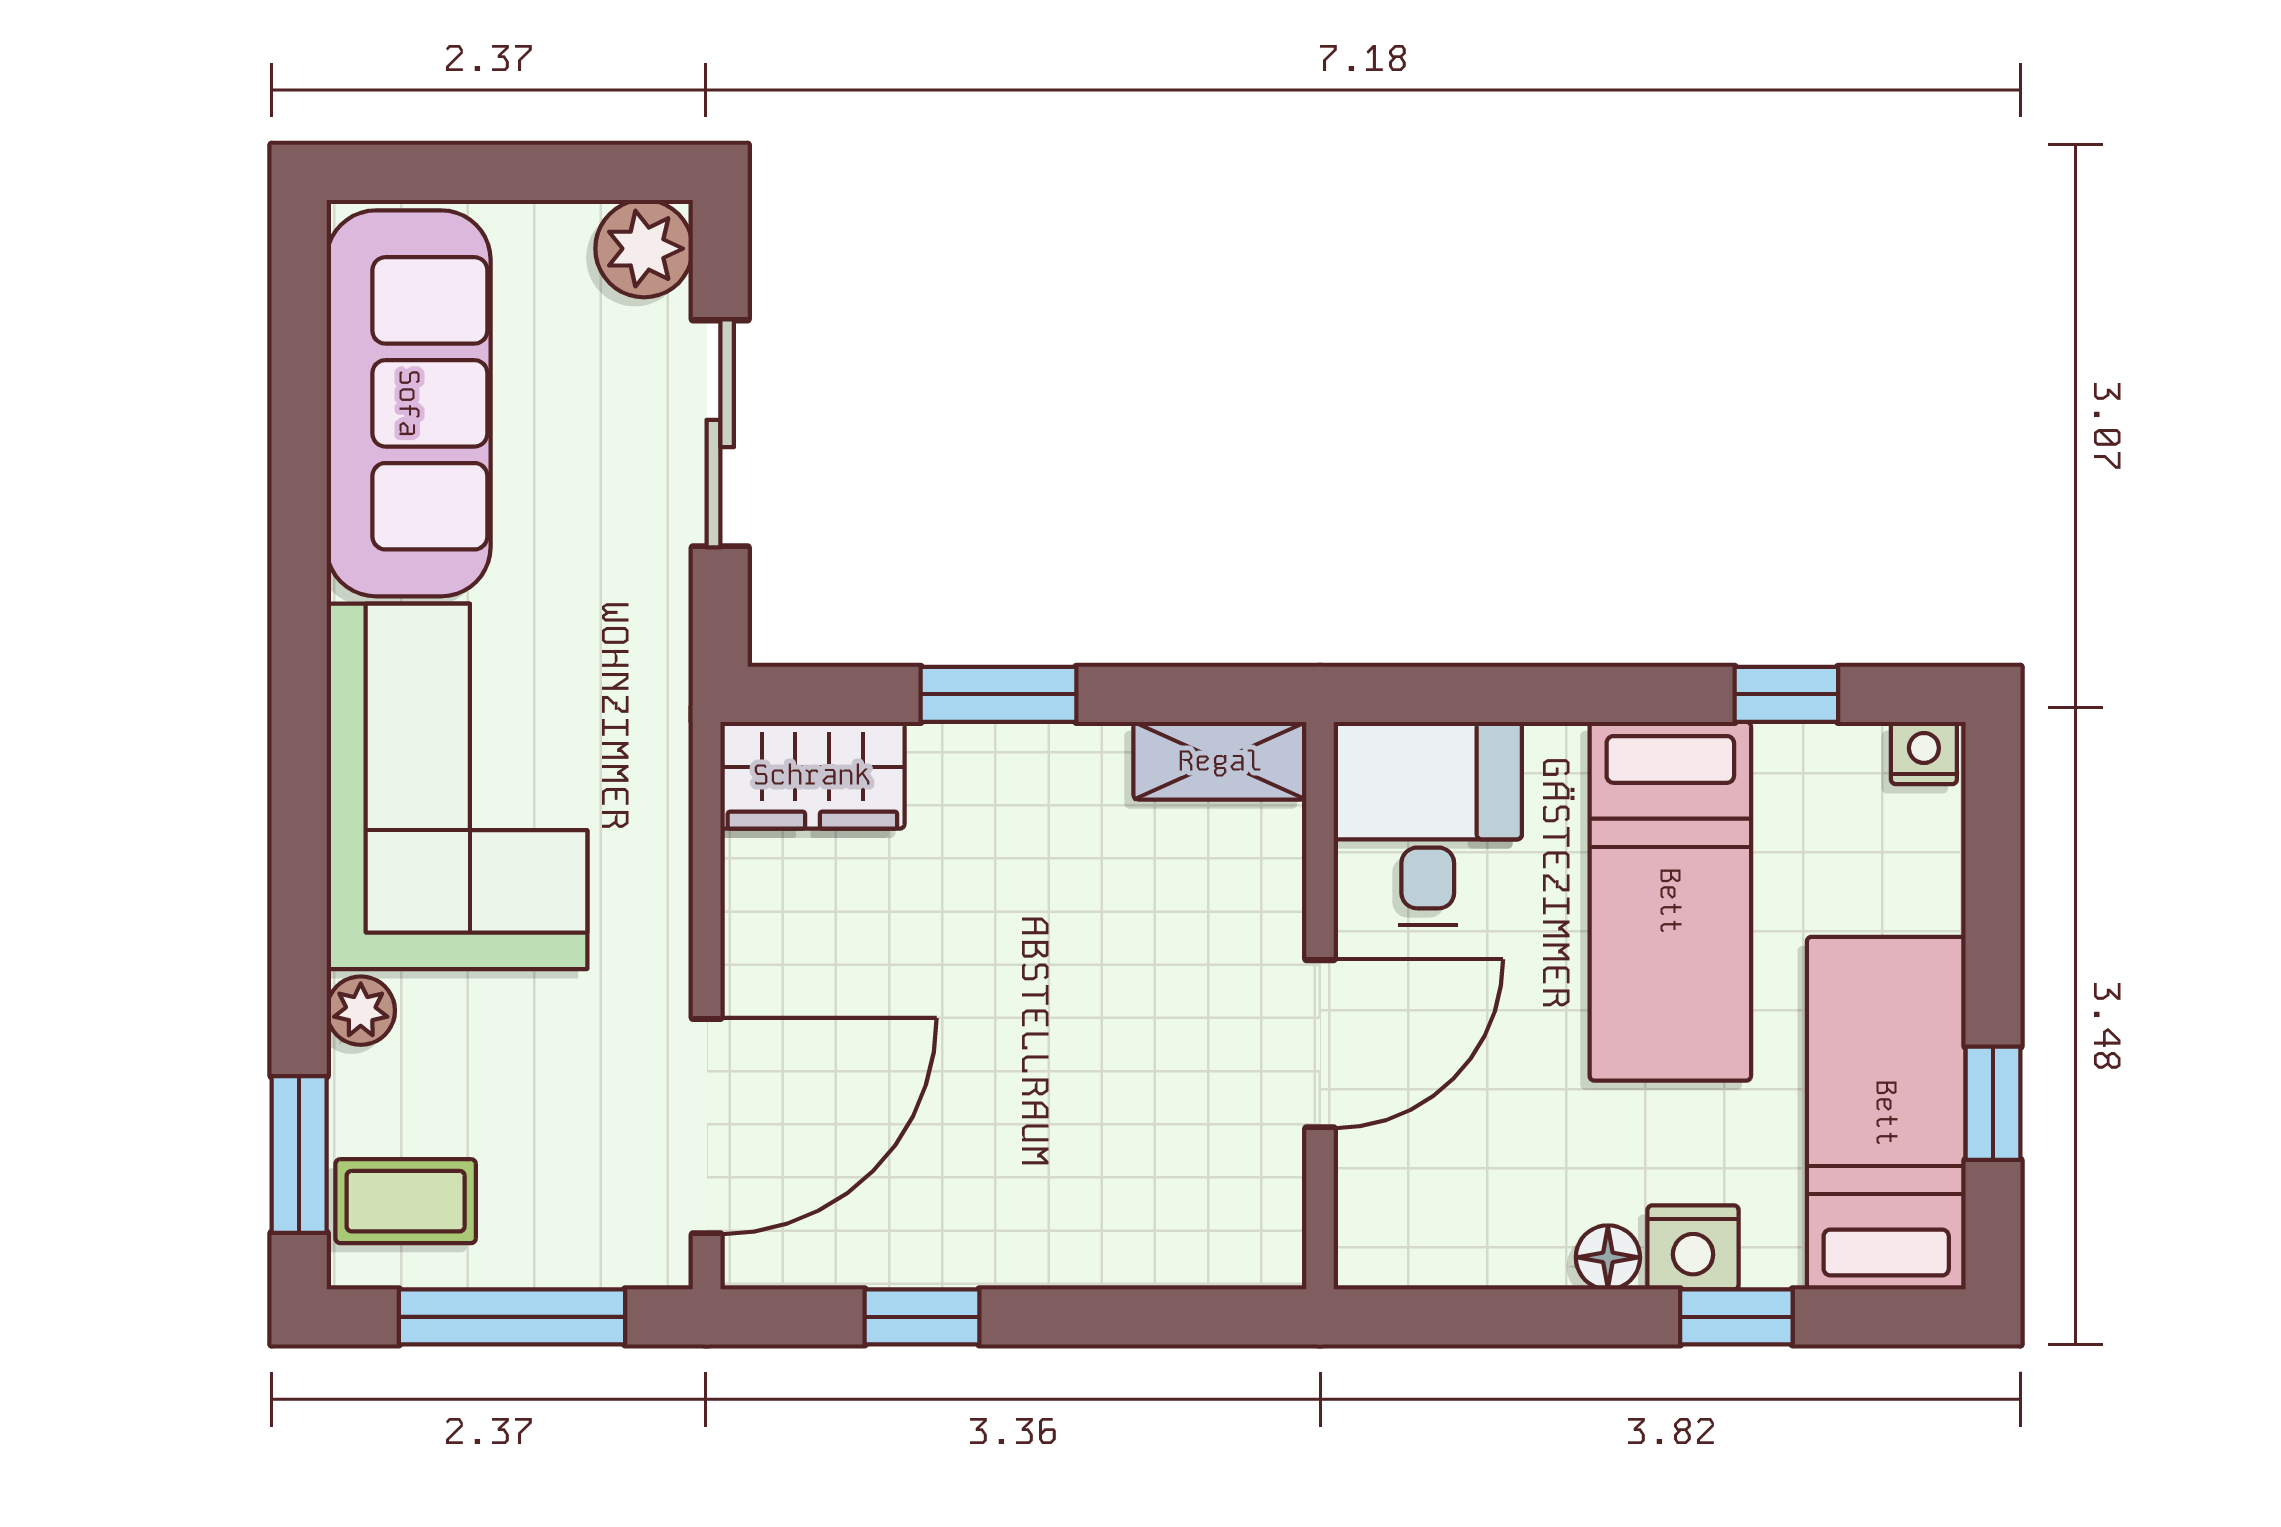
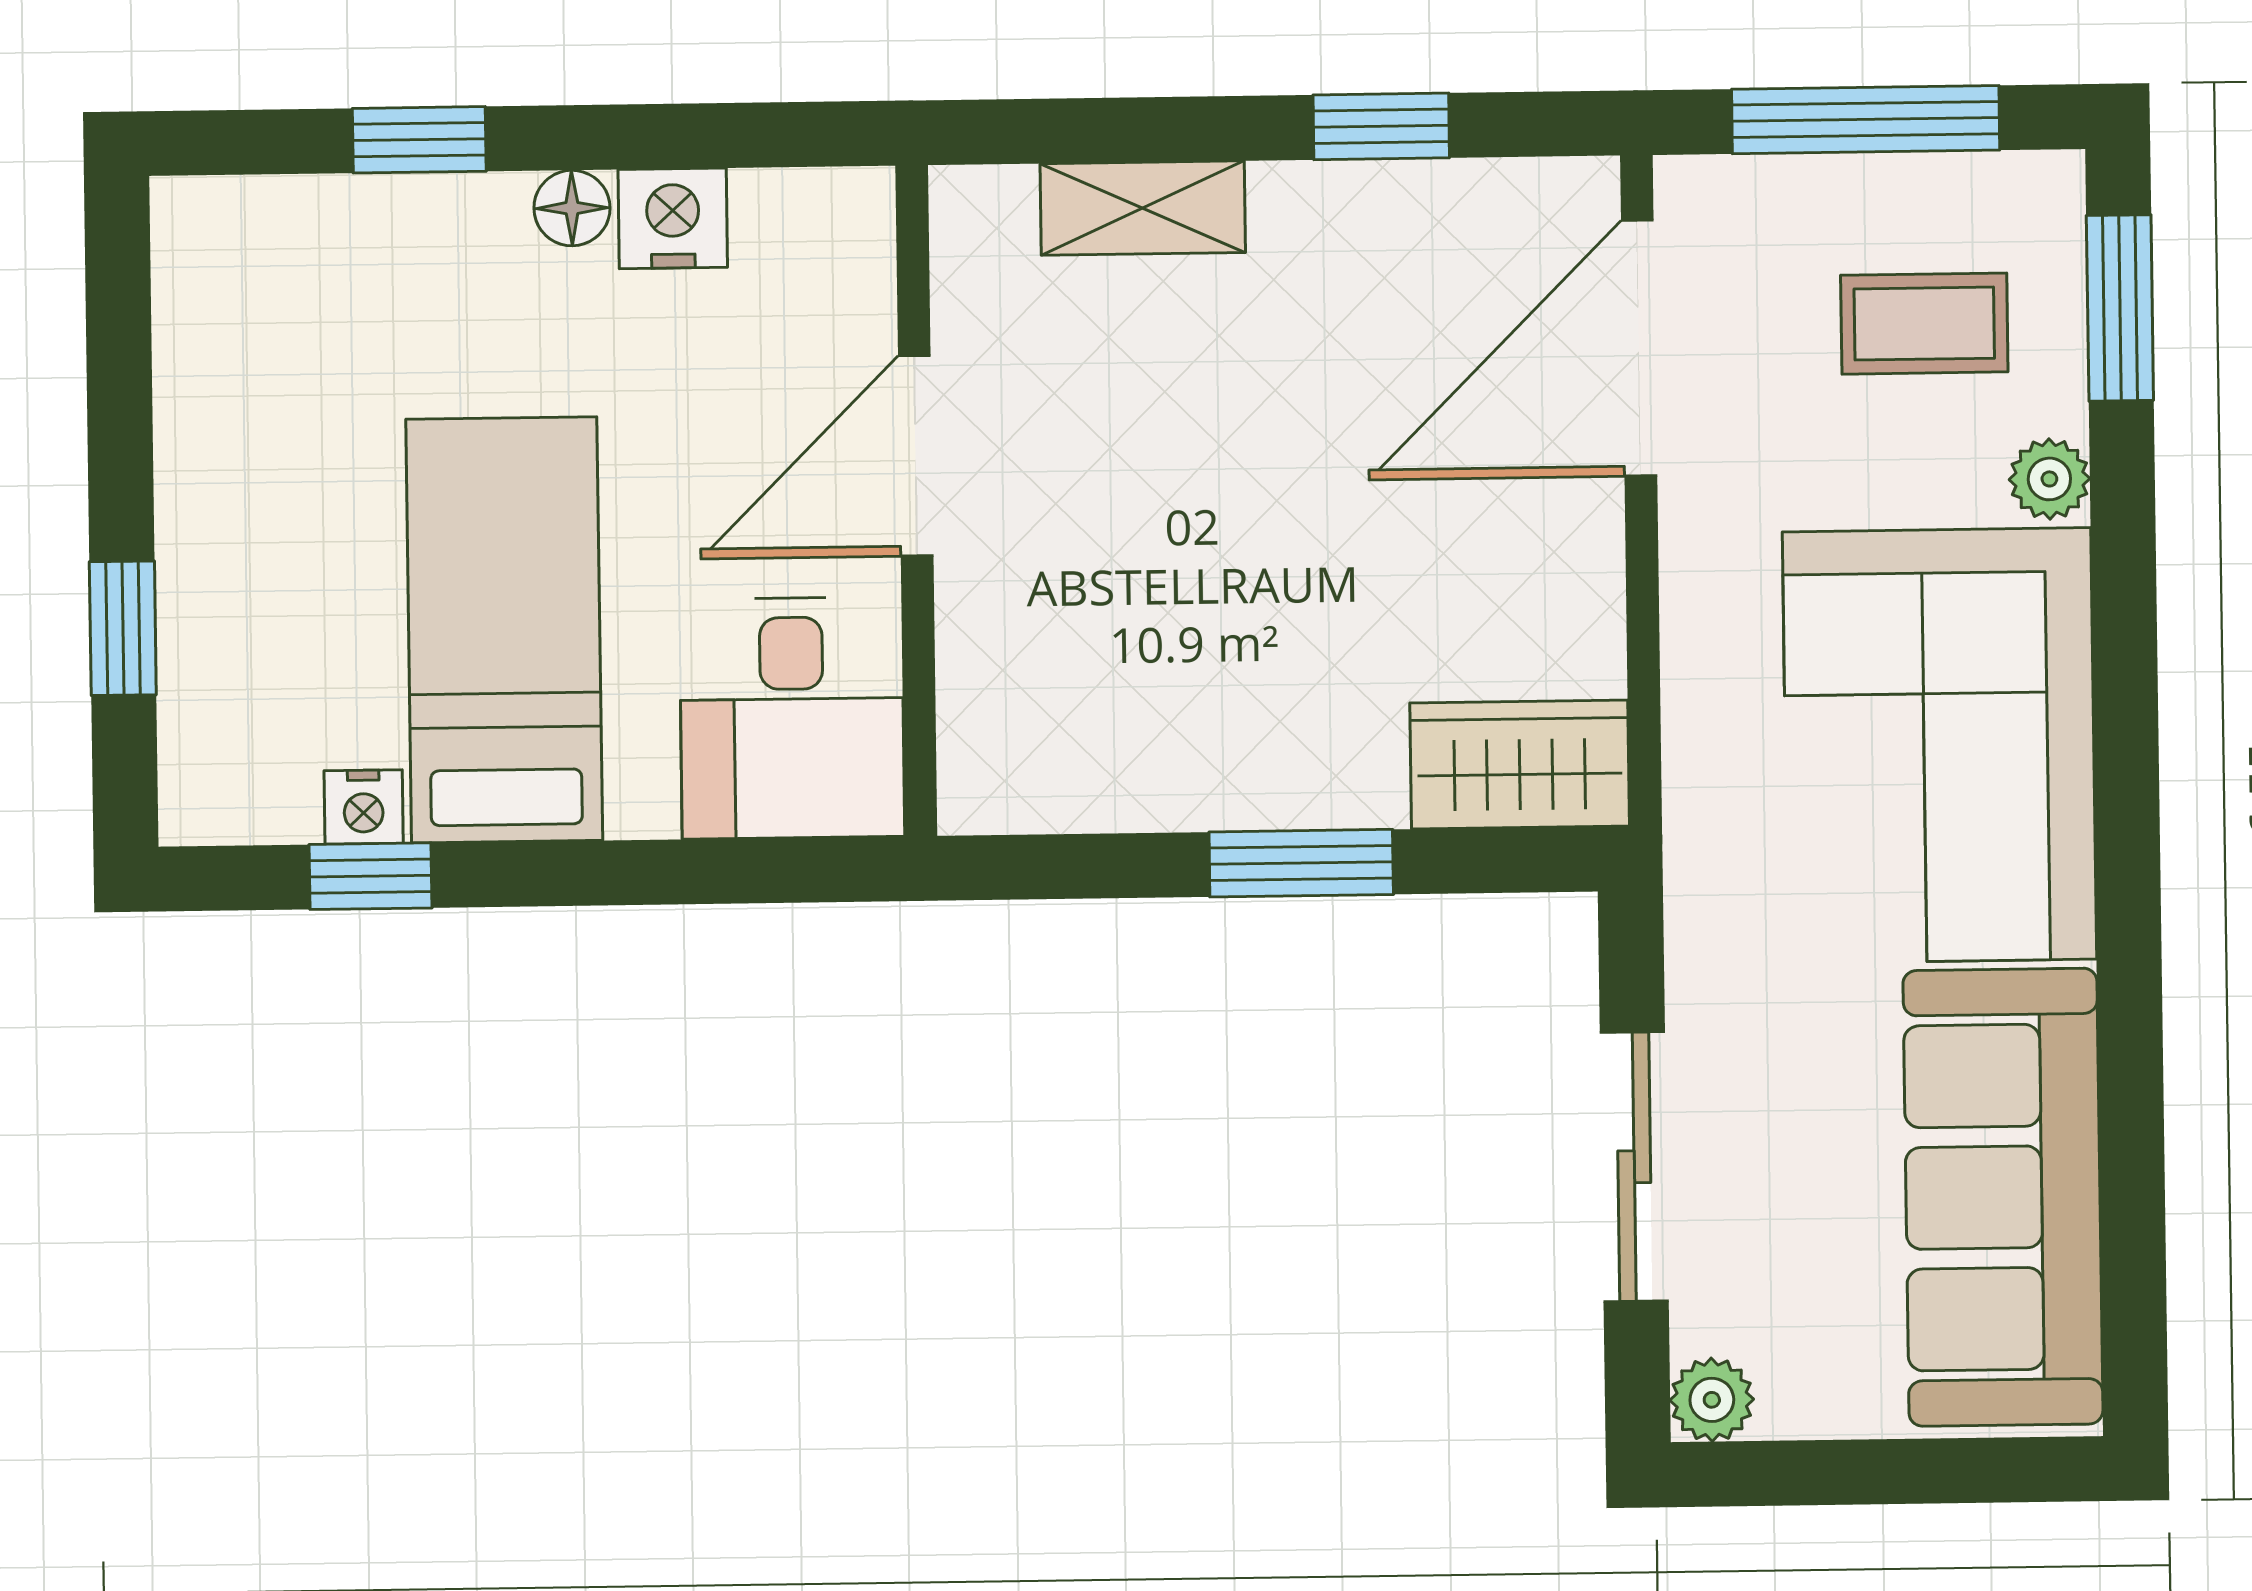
plant: (644, 249) -> (1712, 1400), width x0.73, depth x0.73
nightstand: (1924, 753) -> (364, 807), moved
shelving: (1220, 761) -> (1143, 208), moved
window: (1993, 1103) -> (123, 628), moved
bed: (1886, 1113) -> (246, 383), removed
coffee table: (406, 1201) -> (1924, 324), moved
nightstand: (1693, 1247) -> (673, 218), moved

